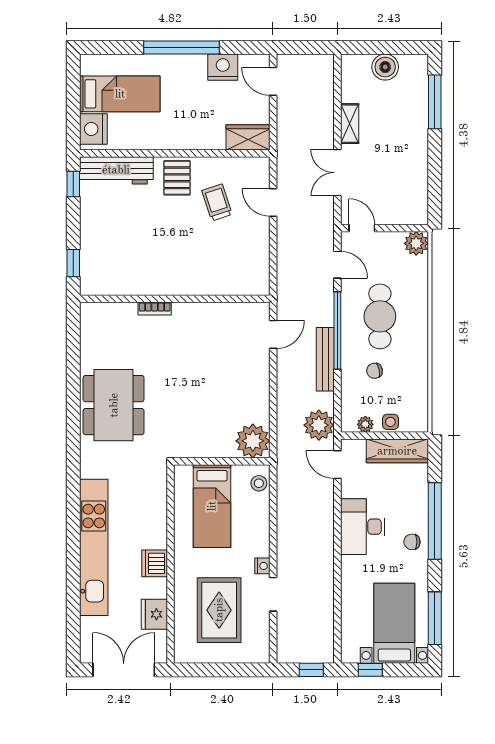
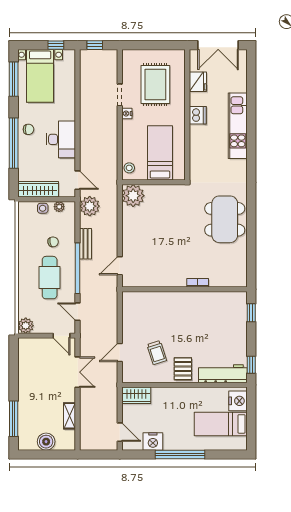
shelving: (350, 124) -> (70, 416), moved
door: (273, 202) -> (120, 353), swing flipped
bench: (325, 359) -> (86, 244), width x0.73
kitchen unit: (94, 547) -> (238, 126), width x0.73

